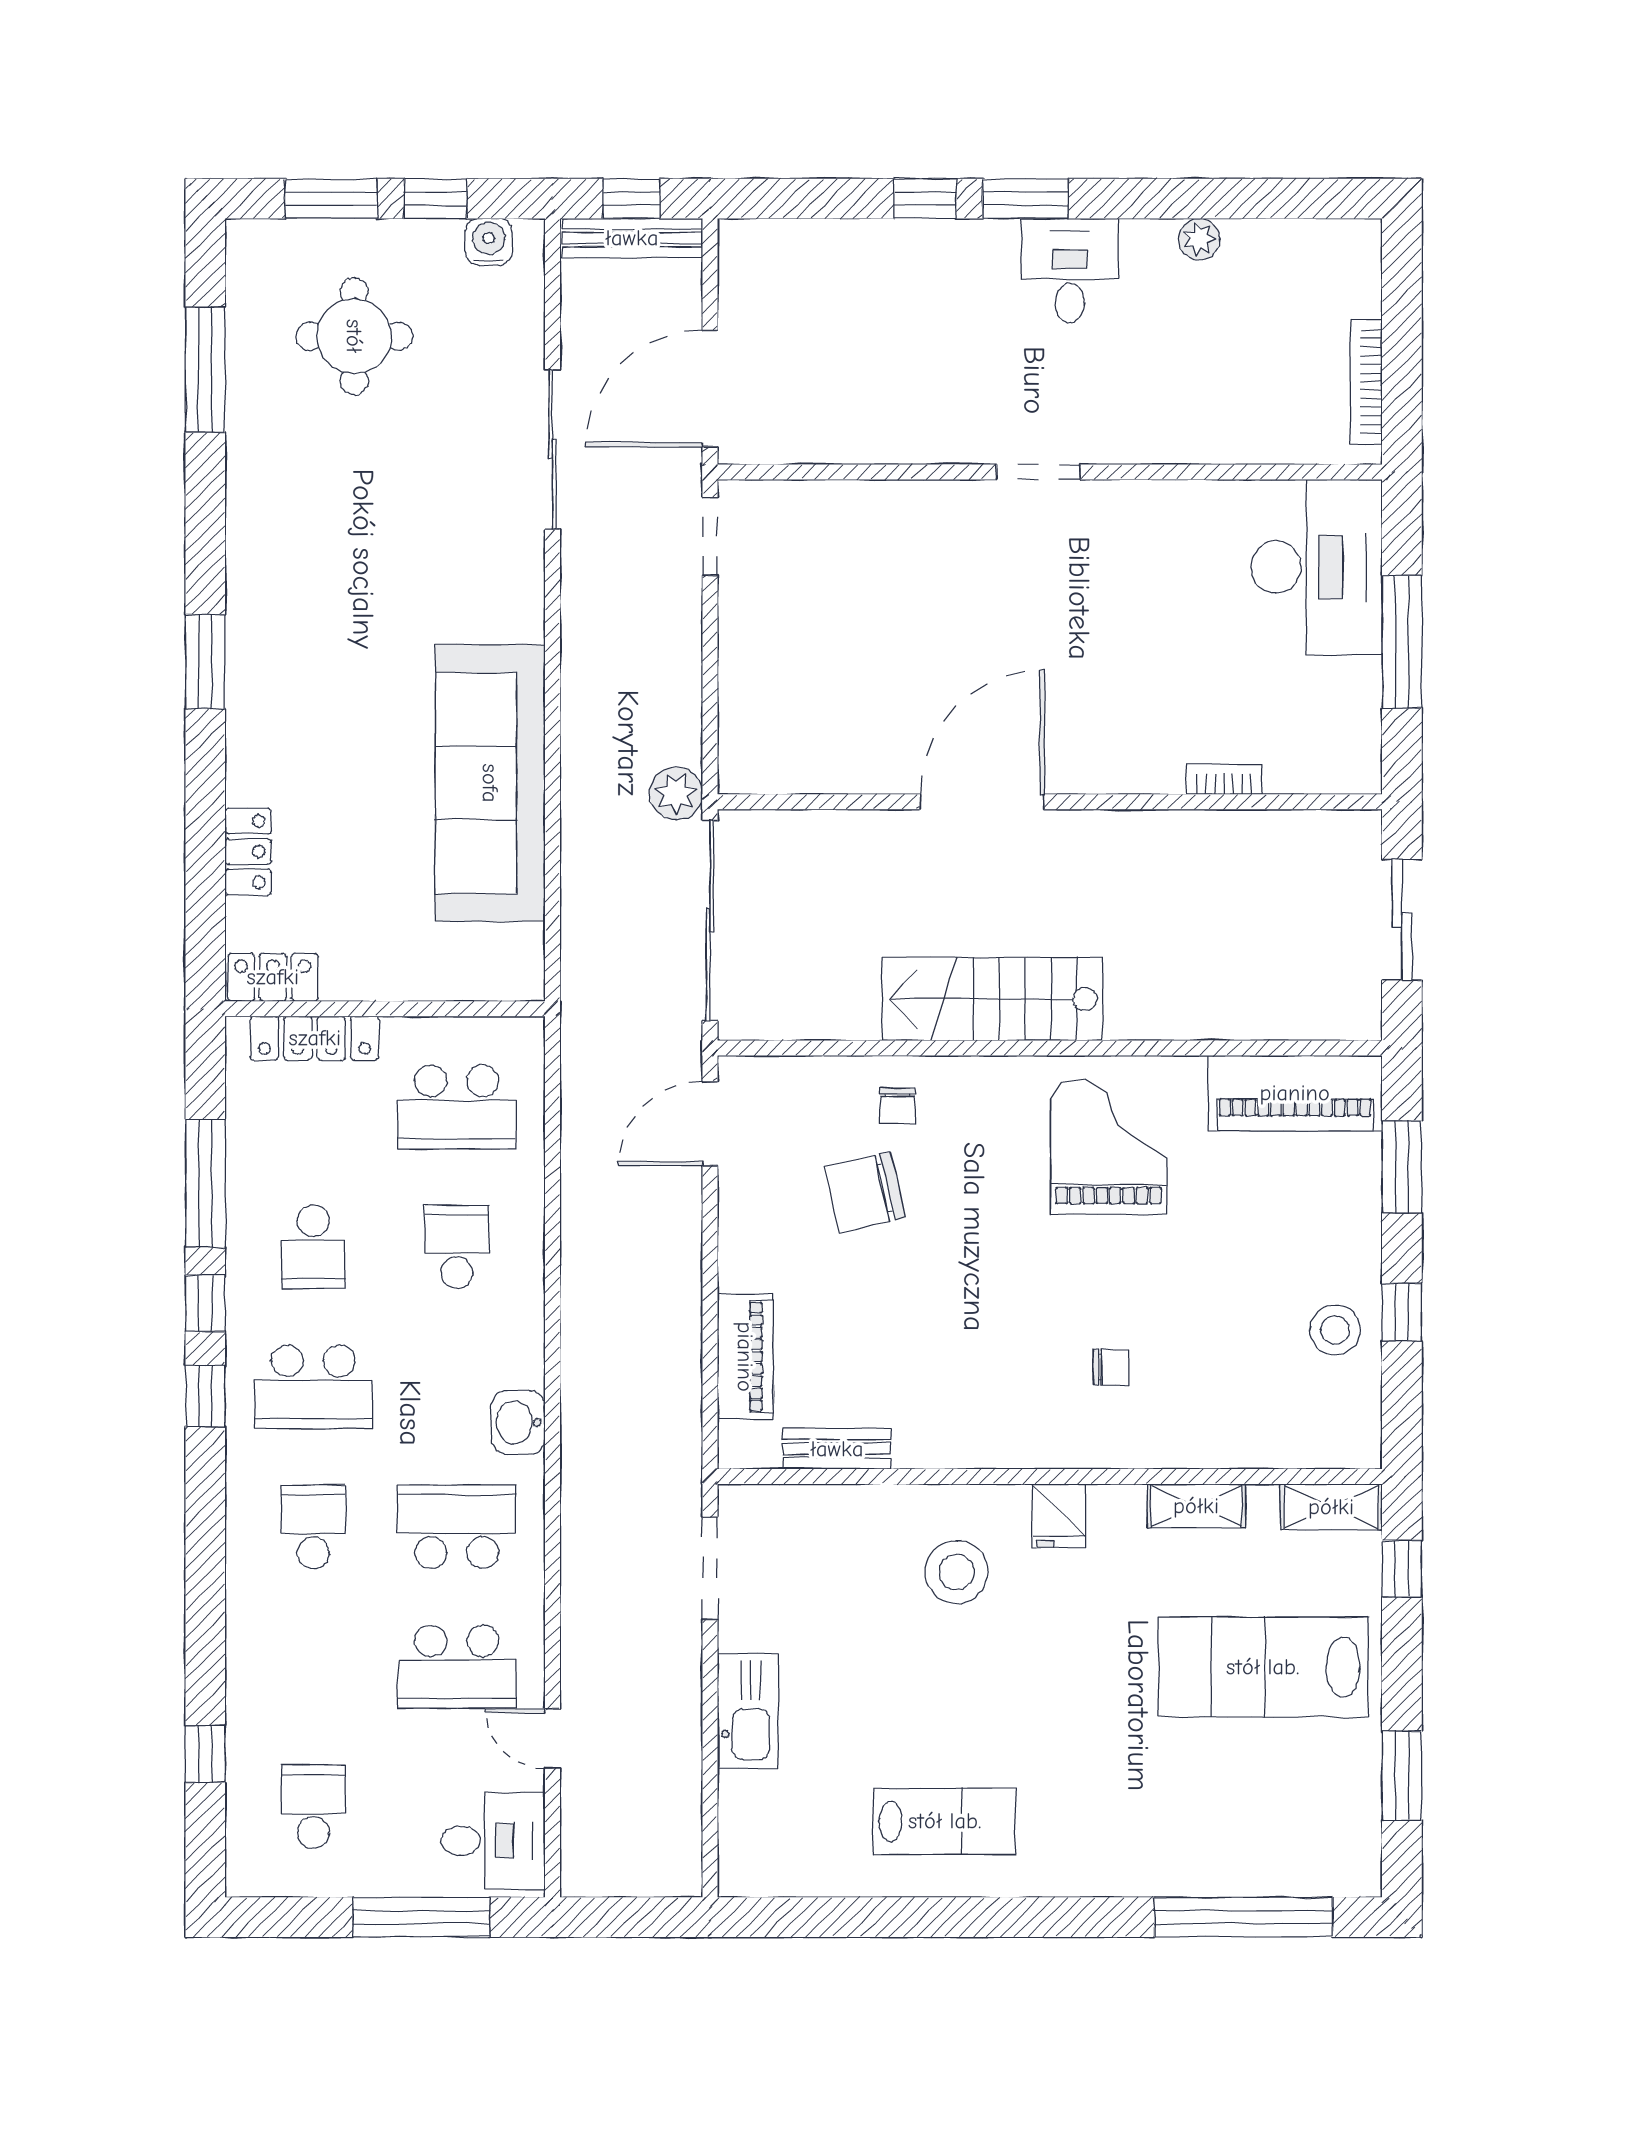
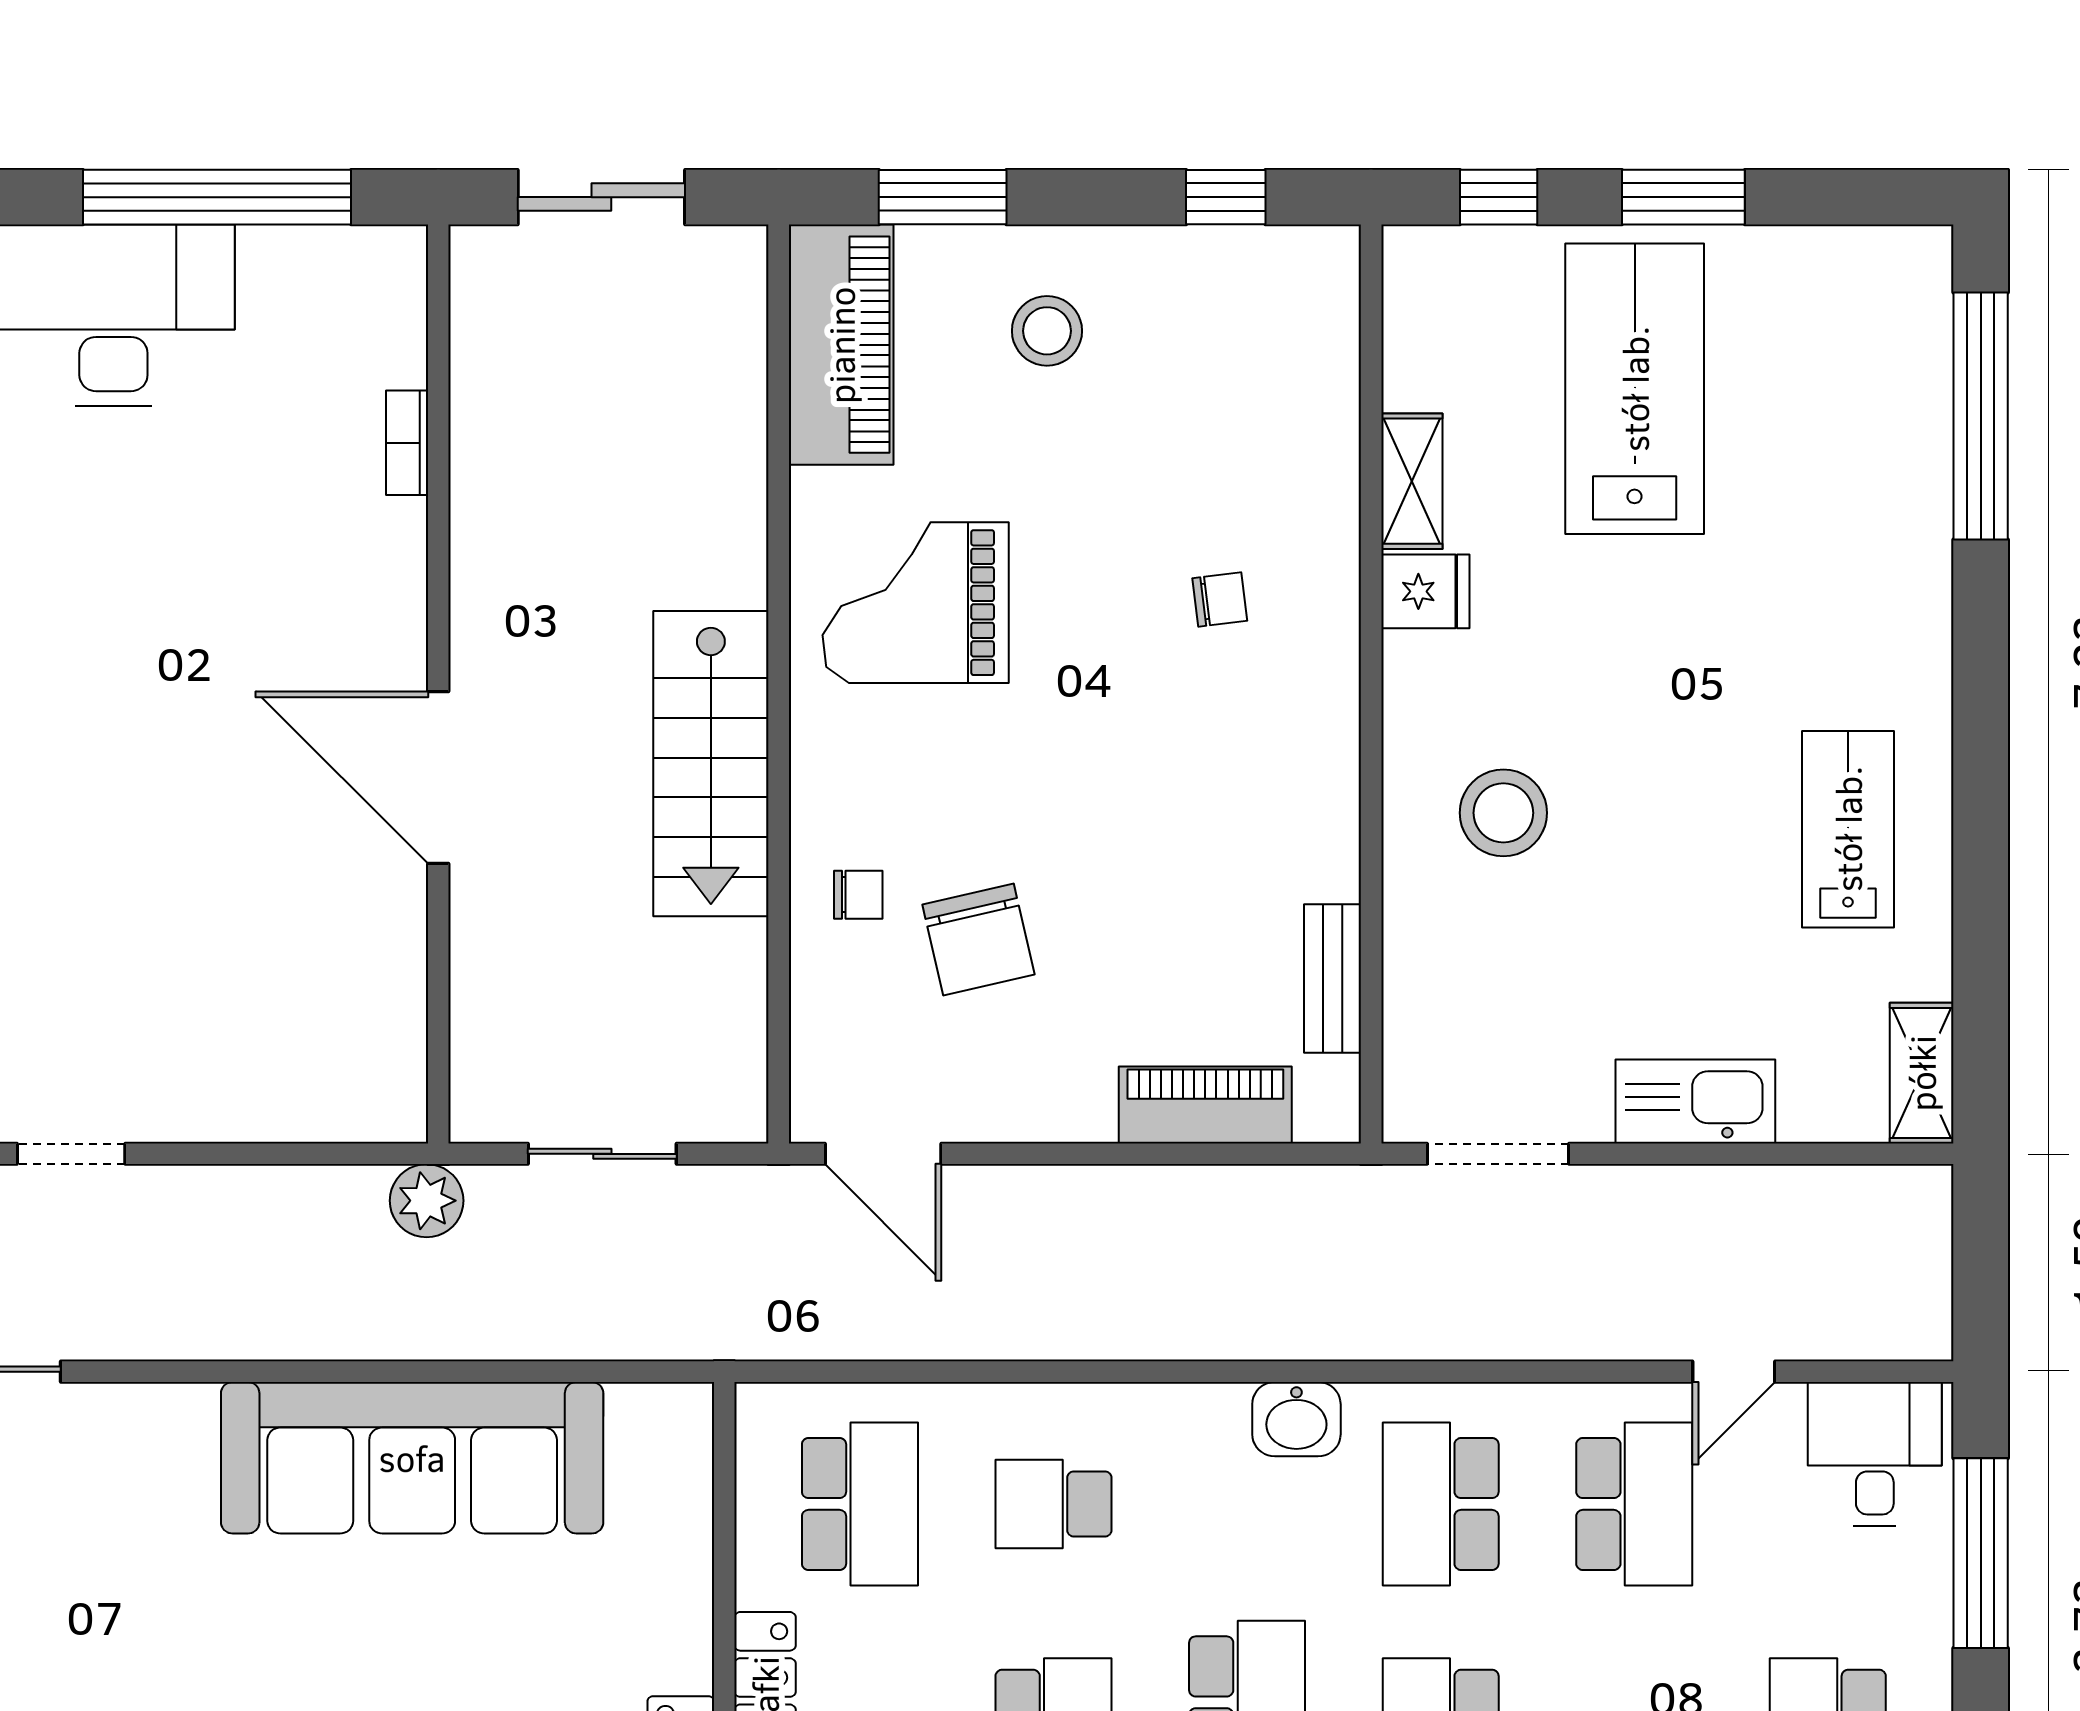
window: (1402, 642) -> (217, 197), width x1.46
sliding door: (710, 921) -> (602, 1154), width x0.54
window: (1402, 1312) -> (1226, 197), moved
stool: (1335, 1330) -> (1047, 331), moved
chair: (1111, 1367) -> (1220, 600), turned 83
shelving: (1331, 1507) -> (1922, 1073), moved
fridge: (1059, 1516) -> (1425, 591), moved
lab bench: (1263, 1667) -> (1635, 389), turned 180
window: (1402, 1776) -> (1683, 197), moved

